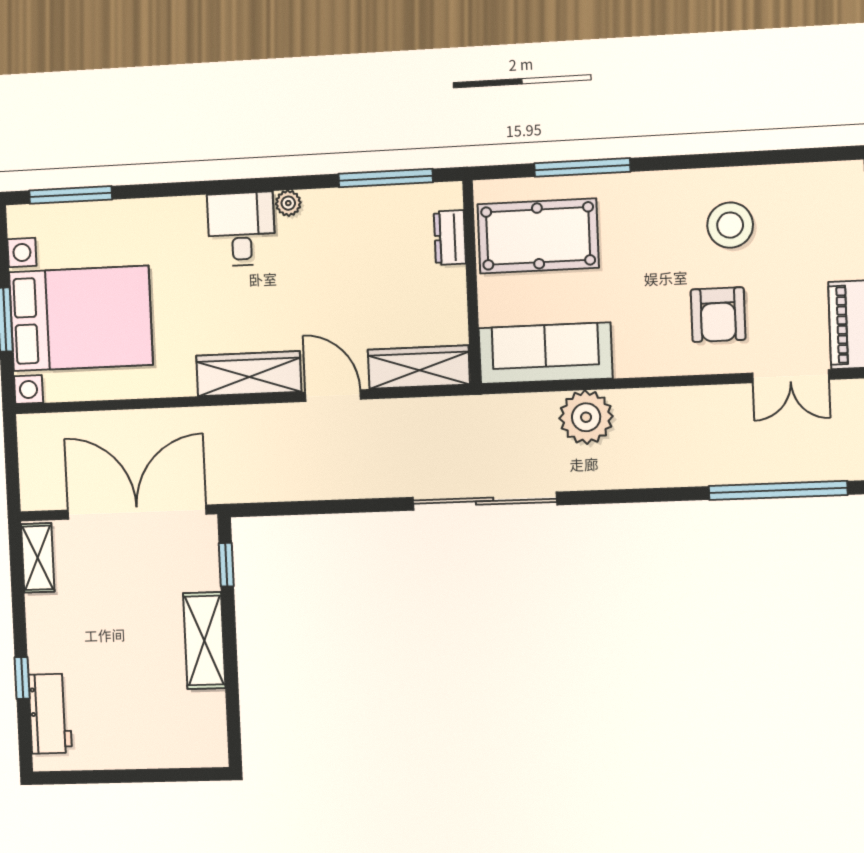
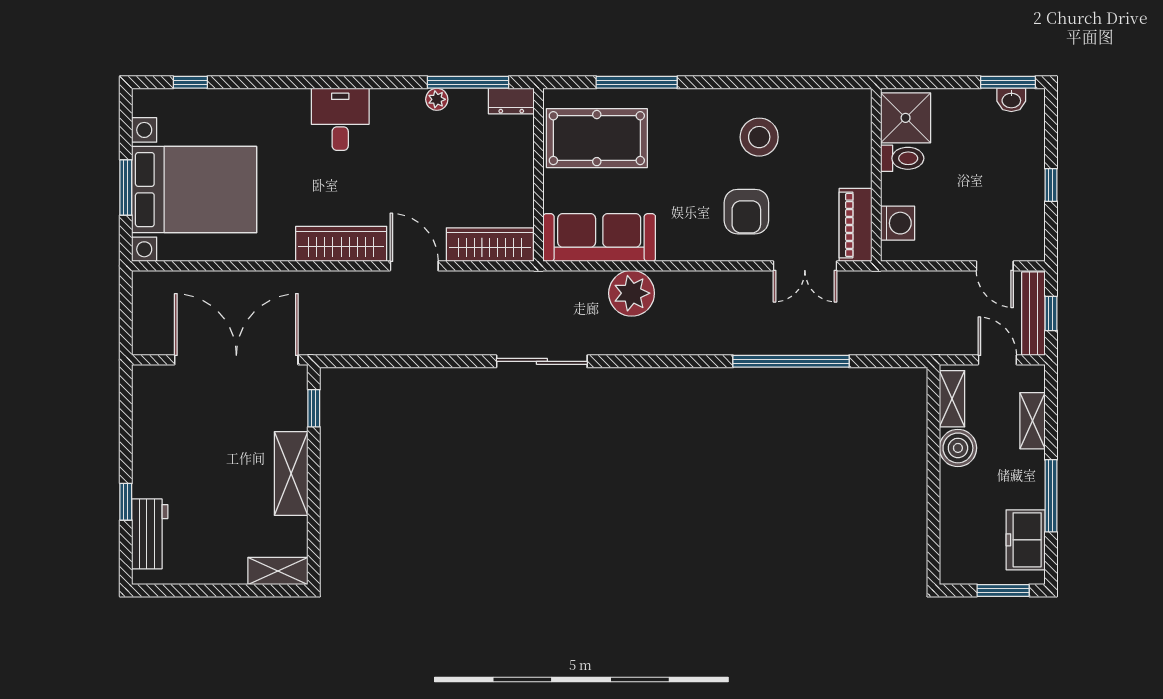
window: (71, 195) -> (190, 82), width x0.46
plant: (288, 203) -> (437, 99), moved
dresser: (450, 238) -> (511, 101), moved, turned -90
sliding door: (485, 501) -> (542, 361), width x0.73
shelving: (38, 558) -> (278, 571), moved, turned 90

